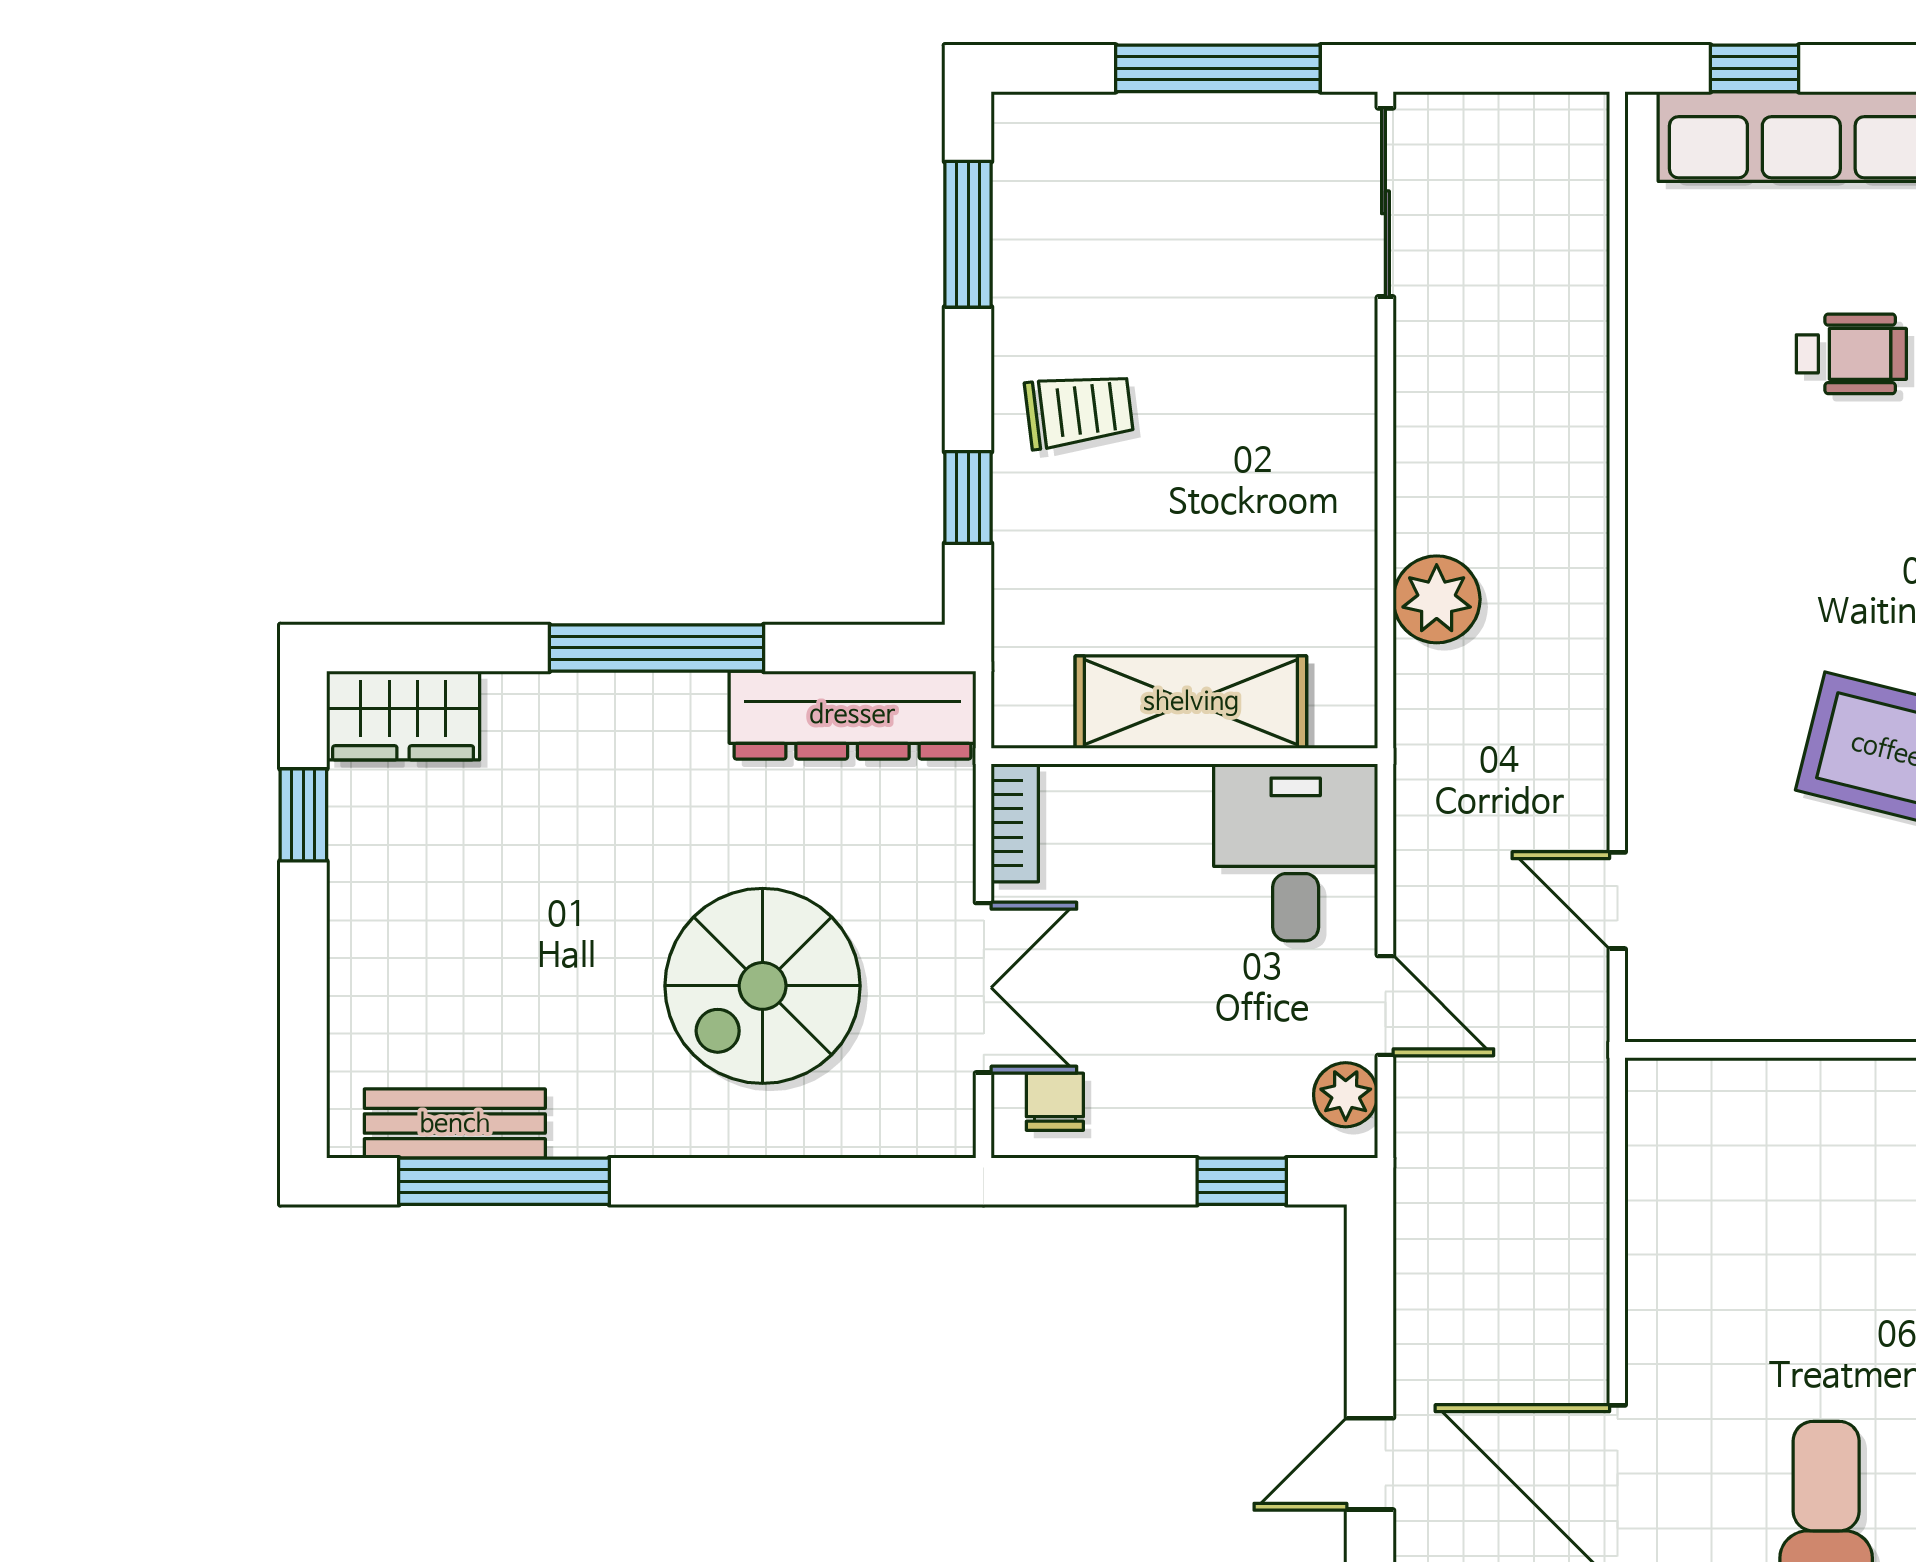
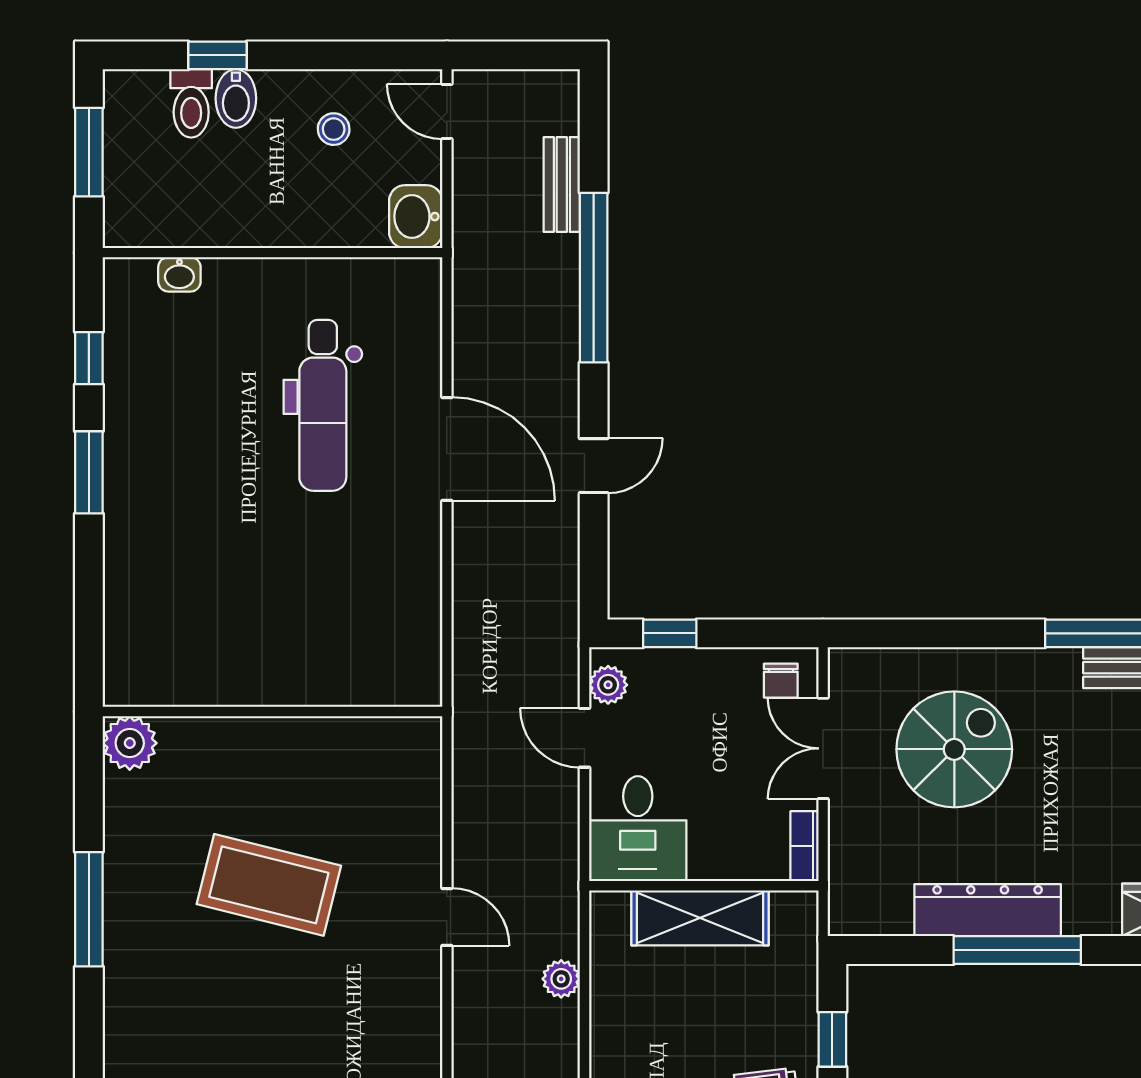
plant: (1437, 599) -> (561, 979), width x0.73, depth x0.73
dresser: (852, 715) -> (988, 910), moved
door: (1617, 900) -> (447, 917), moved

